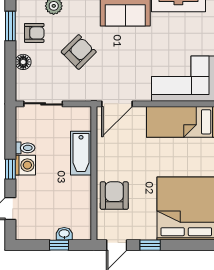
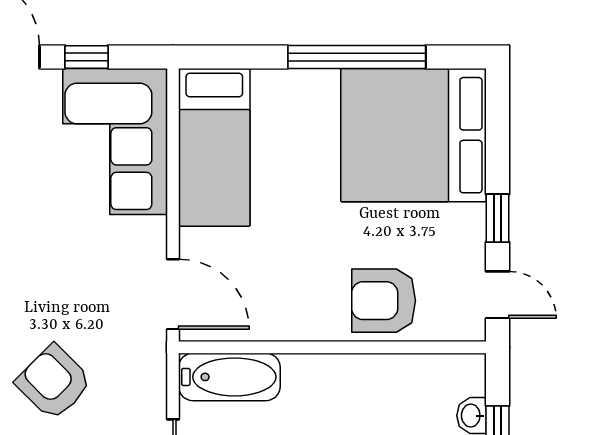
bathtub: (81, 153) -> (229, 377), moved

